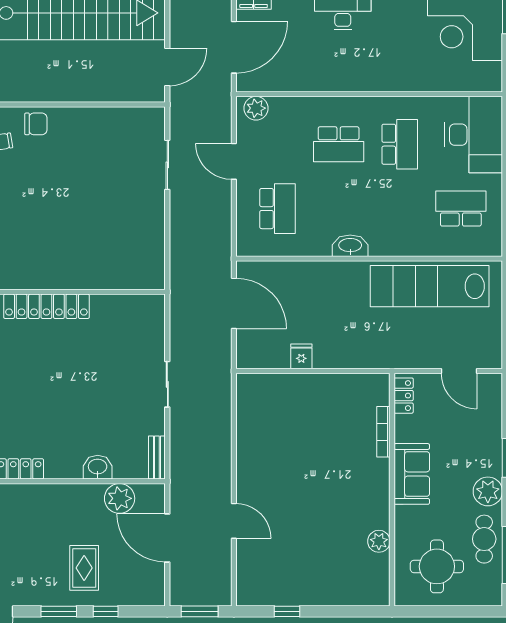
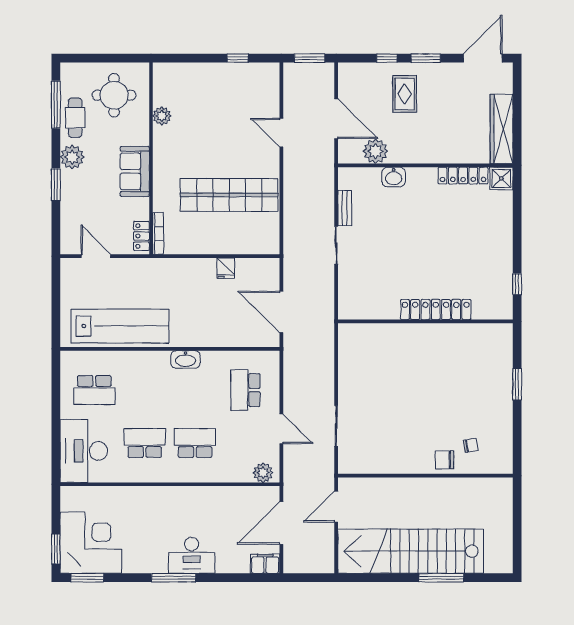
school desk: (400, 144) -> (145, 443), turned 90
bookcase: (383, 432) -> (158, 234), moved
shop shelf: (297, 445) -> (229, 195), added
bench: (157, 458) -> (345, 208), moved

